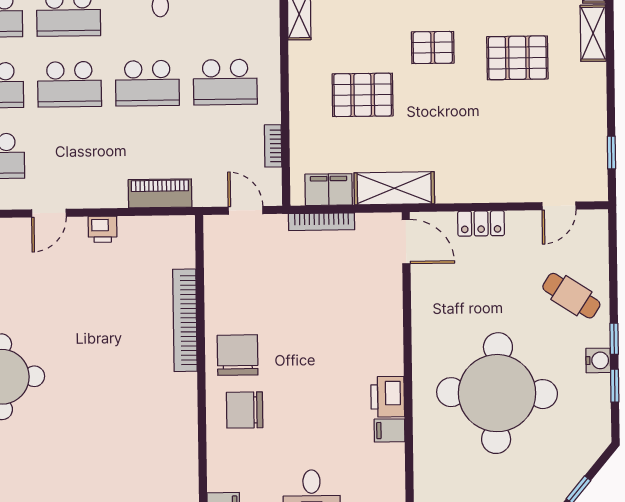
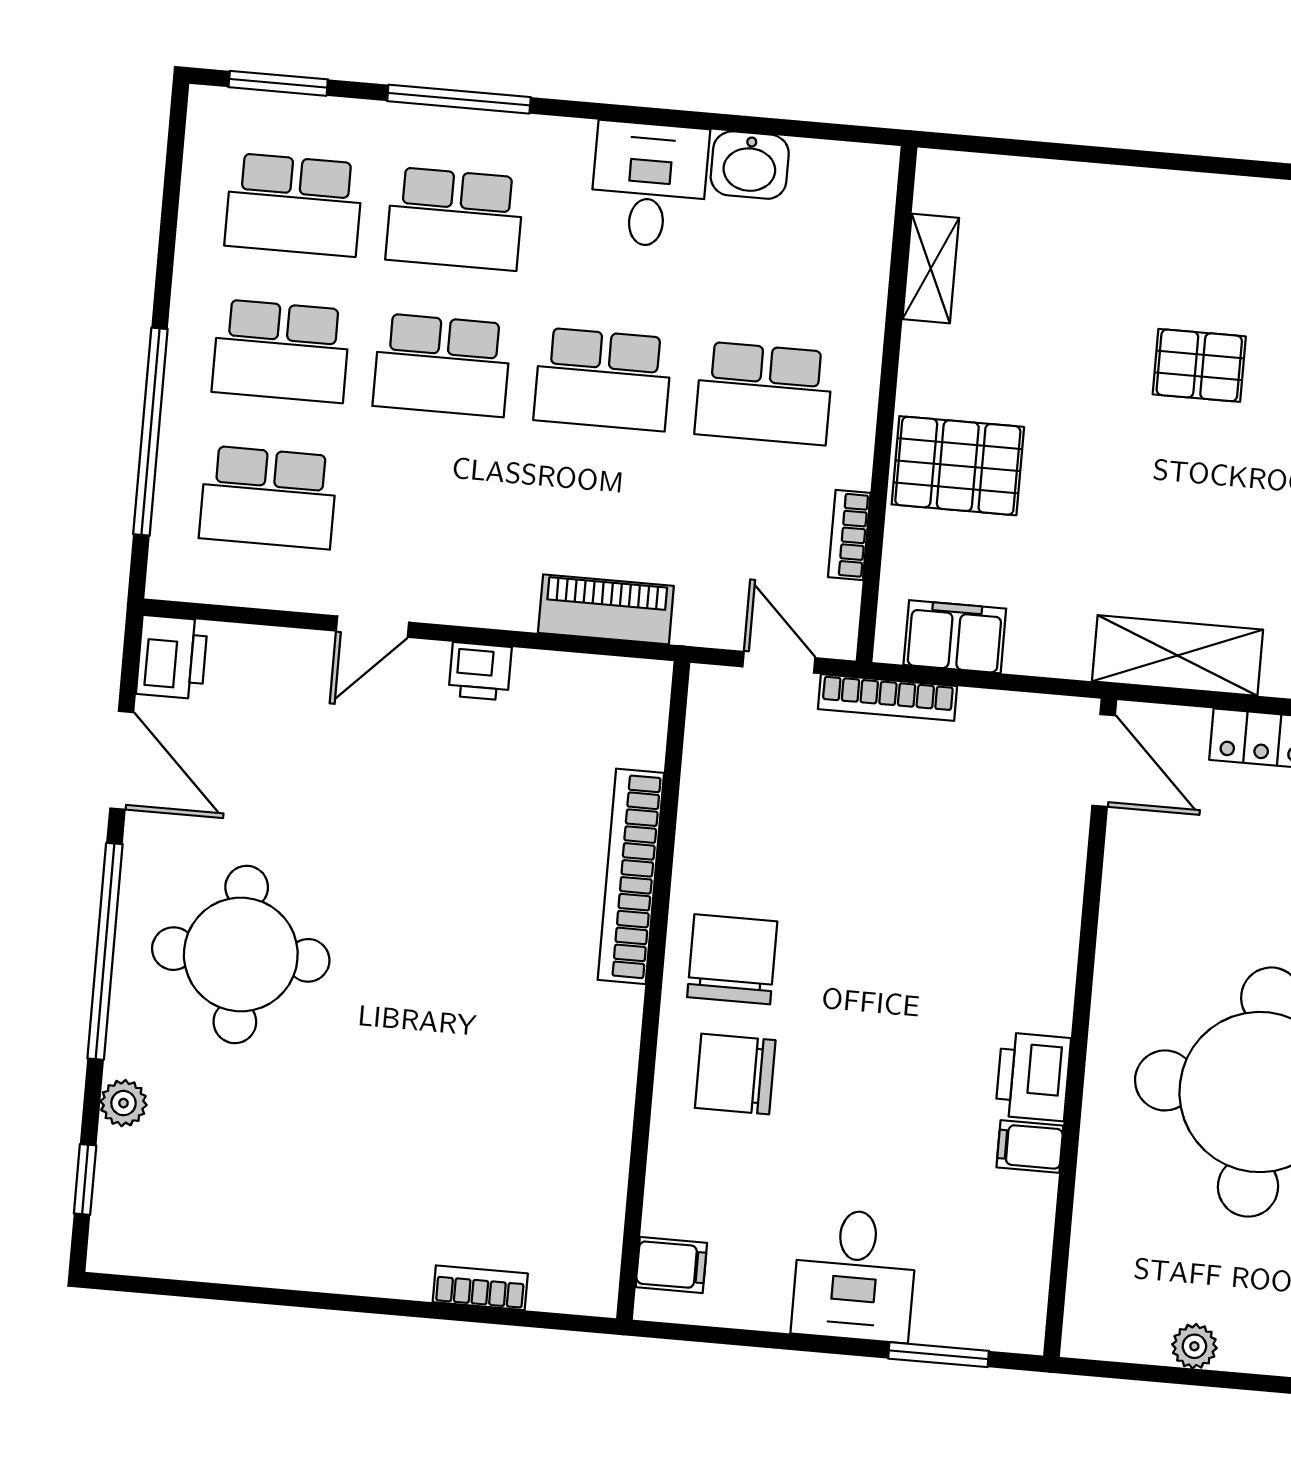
pallet: (363, 95) -> (958, 466), moved
shelving: (394, 188) -> (1177, 655), moved
bookcase: (322, 222) -> (888, 698), moved

